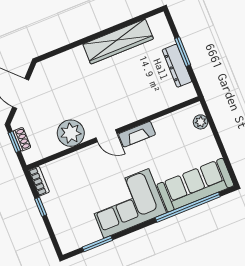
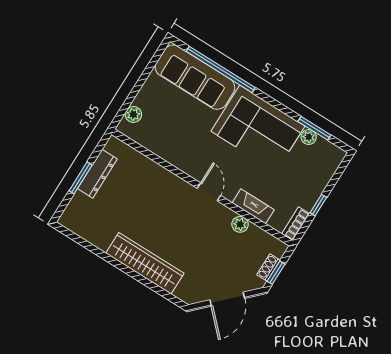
wardrobe: (118, 41) -> (145, 263), moved
plant: (71, 133) -> (240, 224), width x0.53, depth x0.53
fireplace: (137, 134) -> (253, 206), moved
plant: (94, 235) -> (309, 137), added

